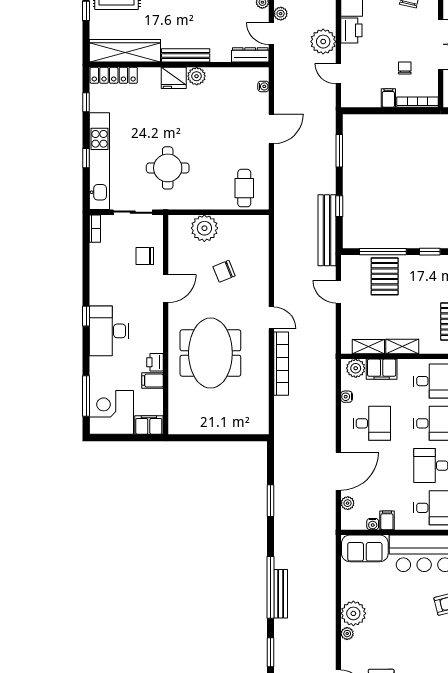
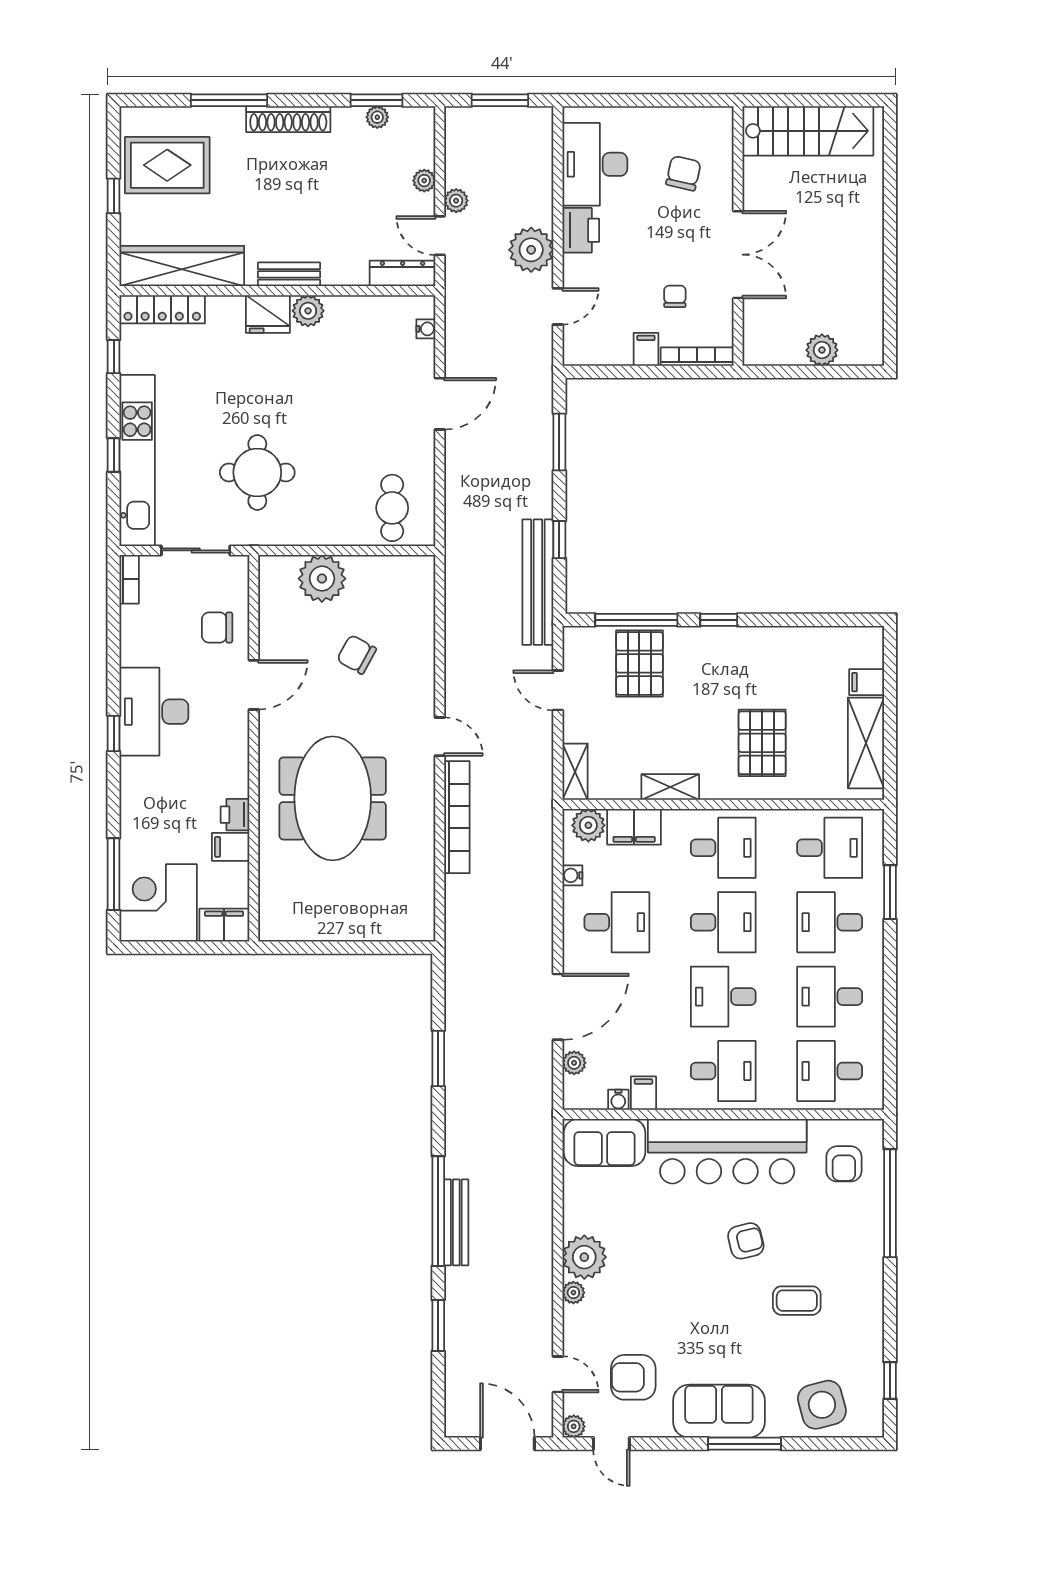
bench: (186, 55) -> (289, 274), width x0.73
door: (338, 74) -> (558, 306), swing flipped
chair: (224, 271) -> (357, 654), turned 51
desk: (109, 331) -> (154, 712), moved
shelving: (368, 347) -> (575, 772), moved, turned 90

